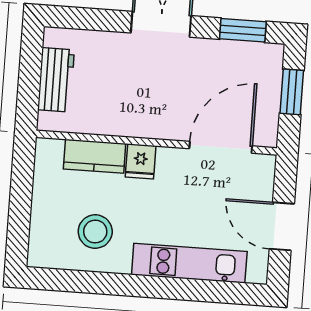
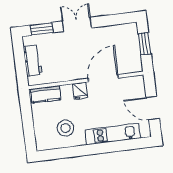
window: (243, 30) -> (42, 29), moved
door: (221, 147) -> (103, 78), moved
kitchen counter: (95, 156) -> (46, 94), moved

